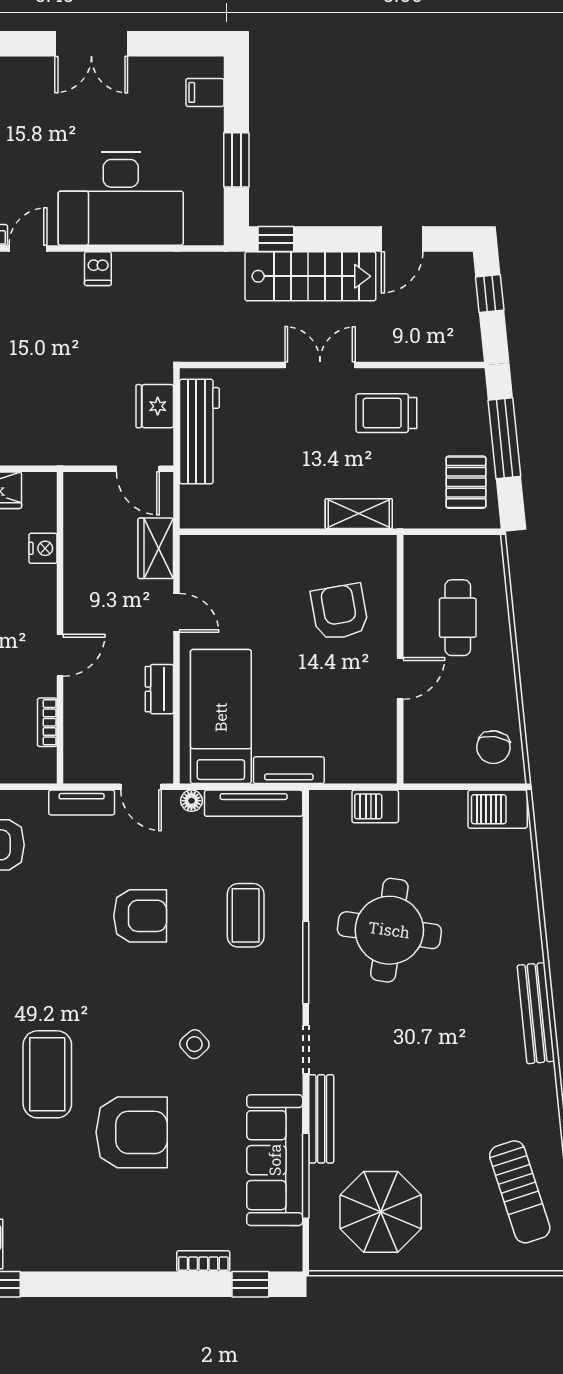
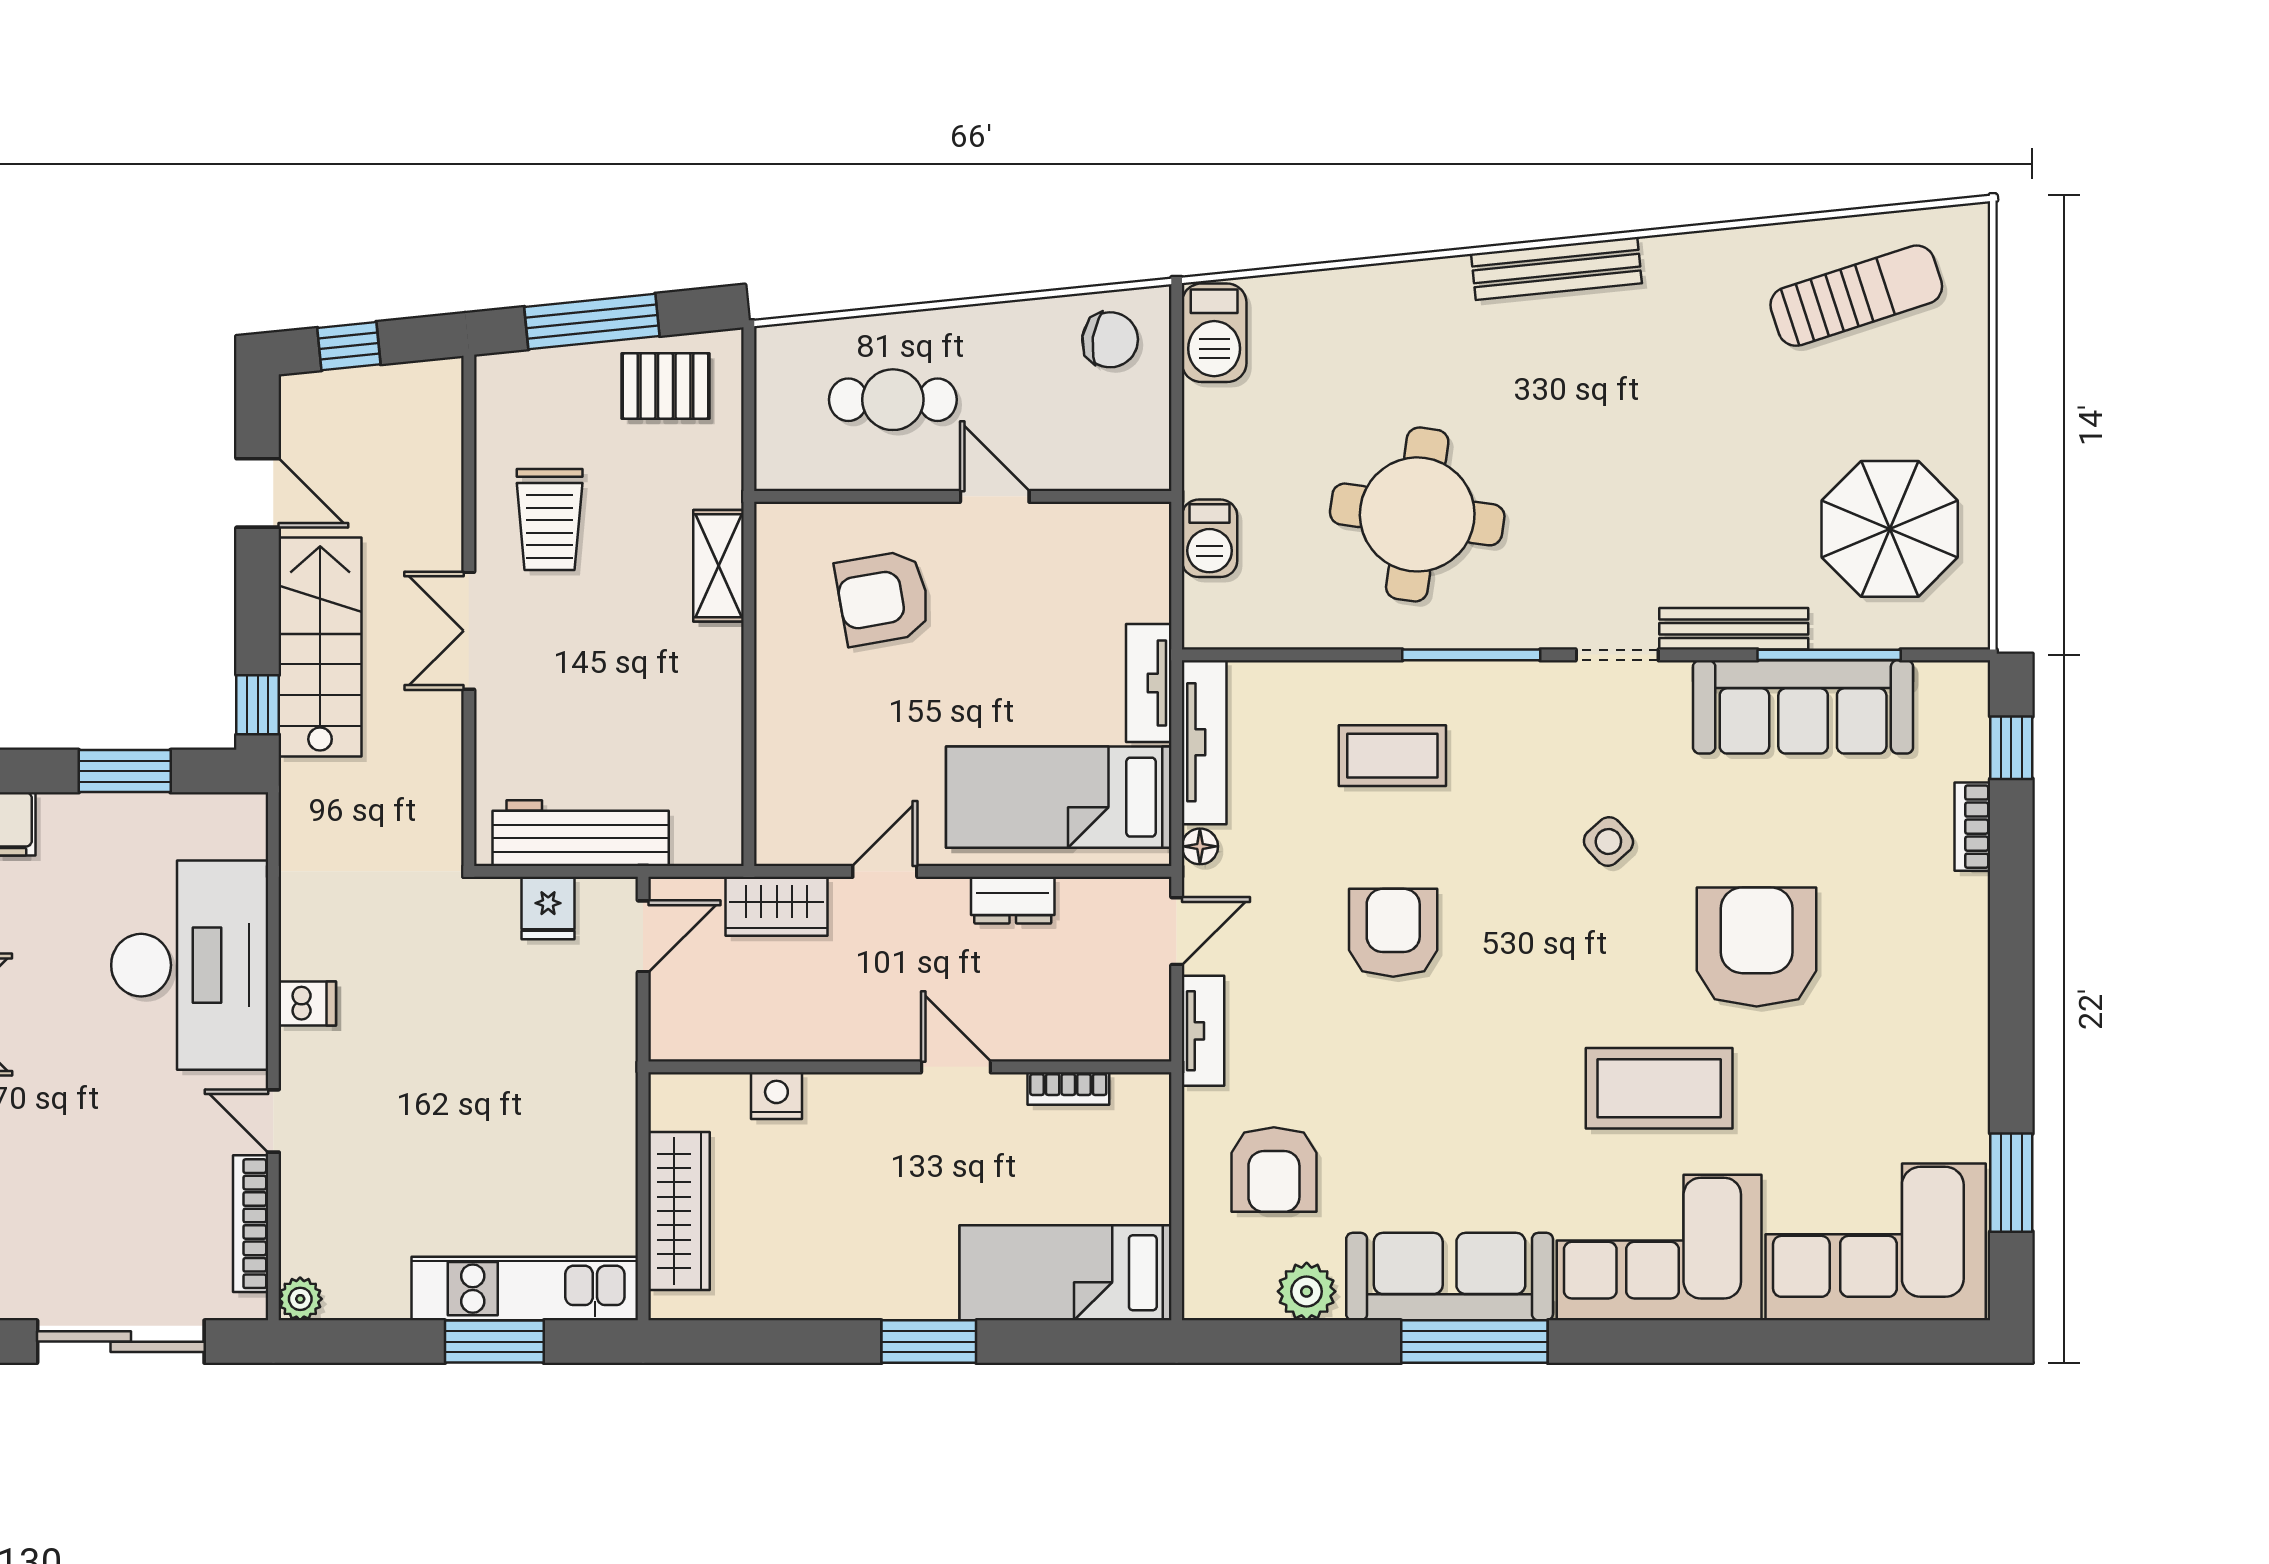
fridge: (155, 406) -> (548, 908), width x0.72

